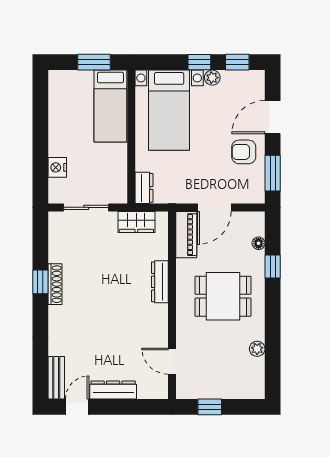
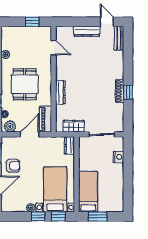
window: (237, 62) -> (58, 216), moved
plant: (249, 222) -> (10, 126), added
dining table: (223, 296) -> (25, 84), turned 90
door: (77, 407) -> (107, 22), swing flipped

